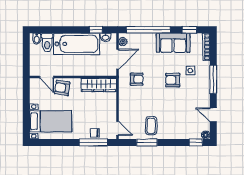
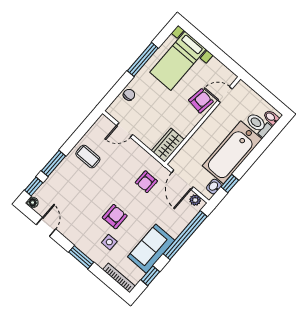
window: (213, 79) -> (81, 257), width x0.69
wardrobe: (99, 85) -> (168, 145), width x0.67
door: (213, 115) -> (46, 227), hinge flipped
door: (117, 128) -> (125, 130), moved
window: (93, 142) -> (143, 59), moved
window: (147, 142) -> (53, 163), moved

